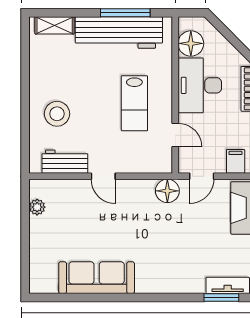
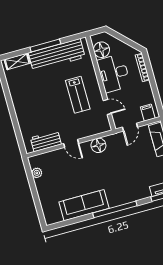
window: (125, 13) -> (45, 46), moved
stool: (57, 114) -> (33, 114), removed
floor lamp: (167, 191) -> (98, 145), moved
window: (143, 298) -> (115, 209), added

